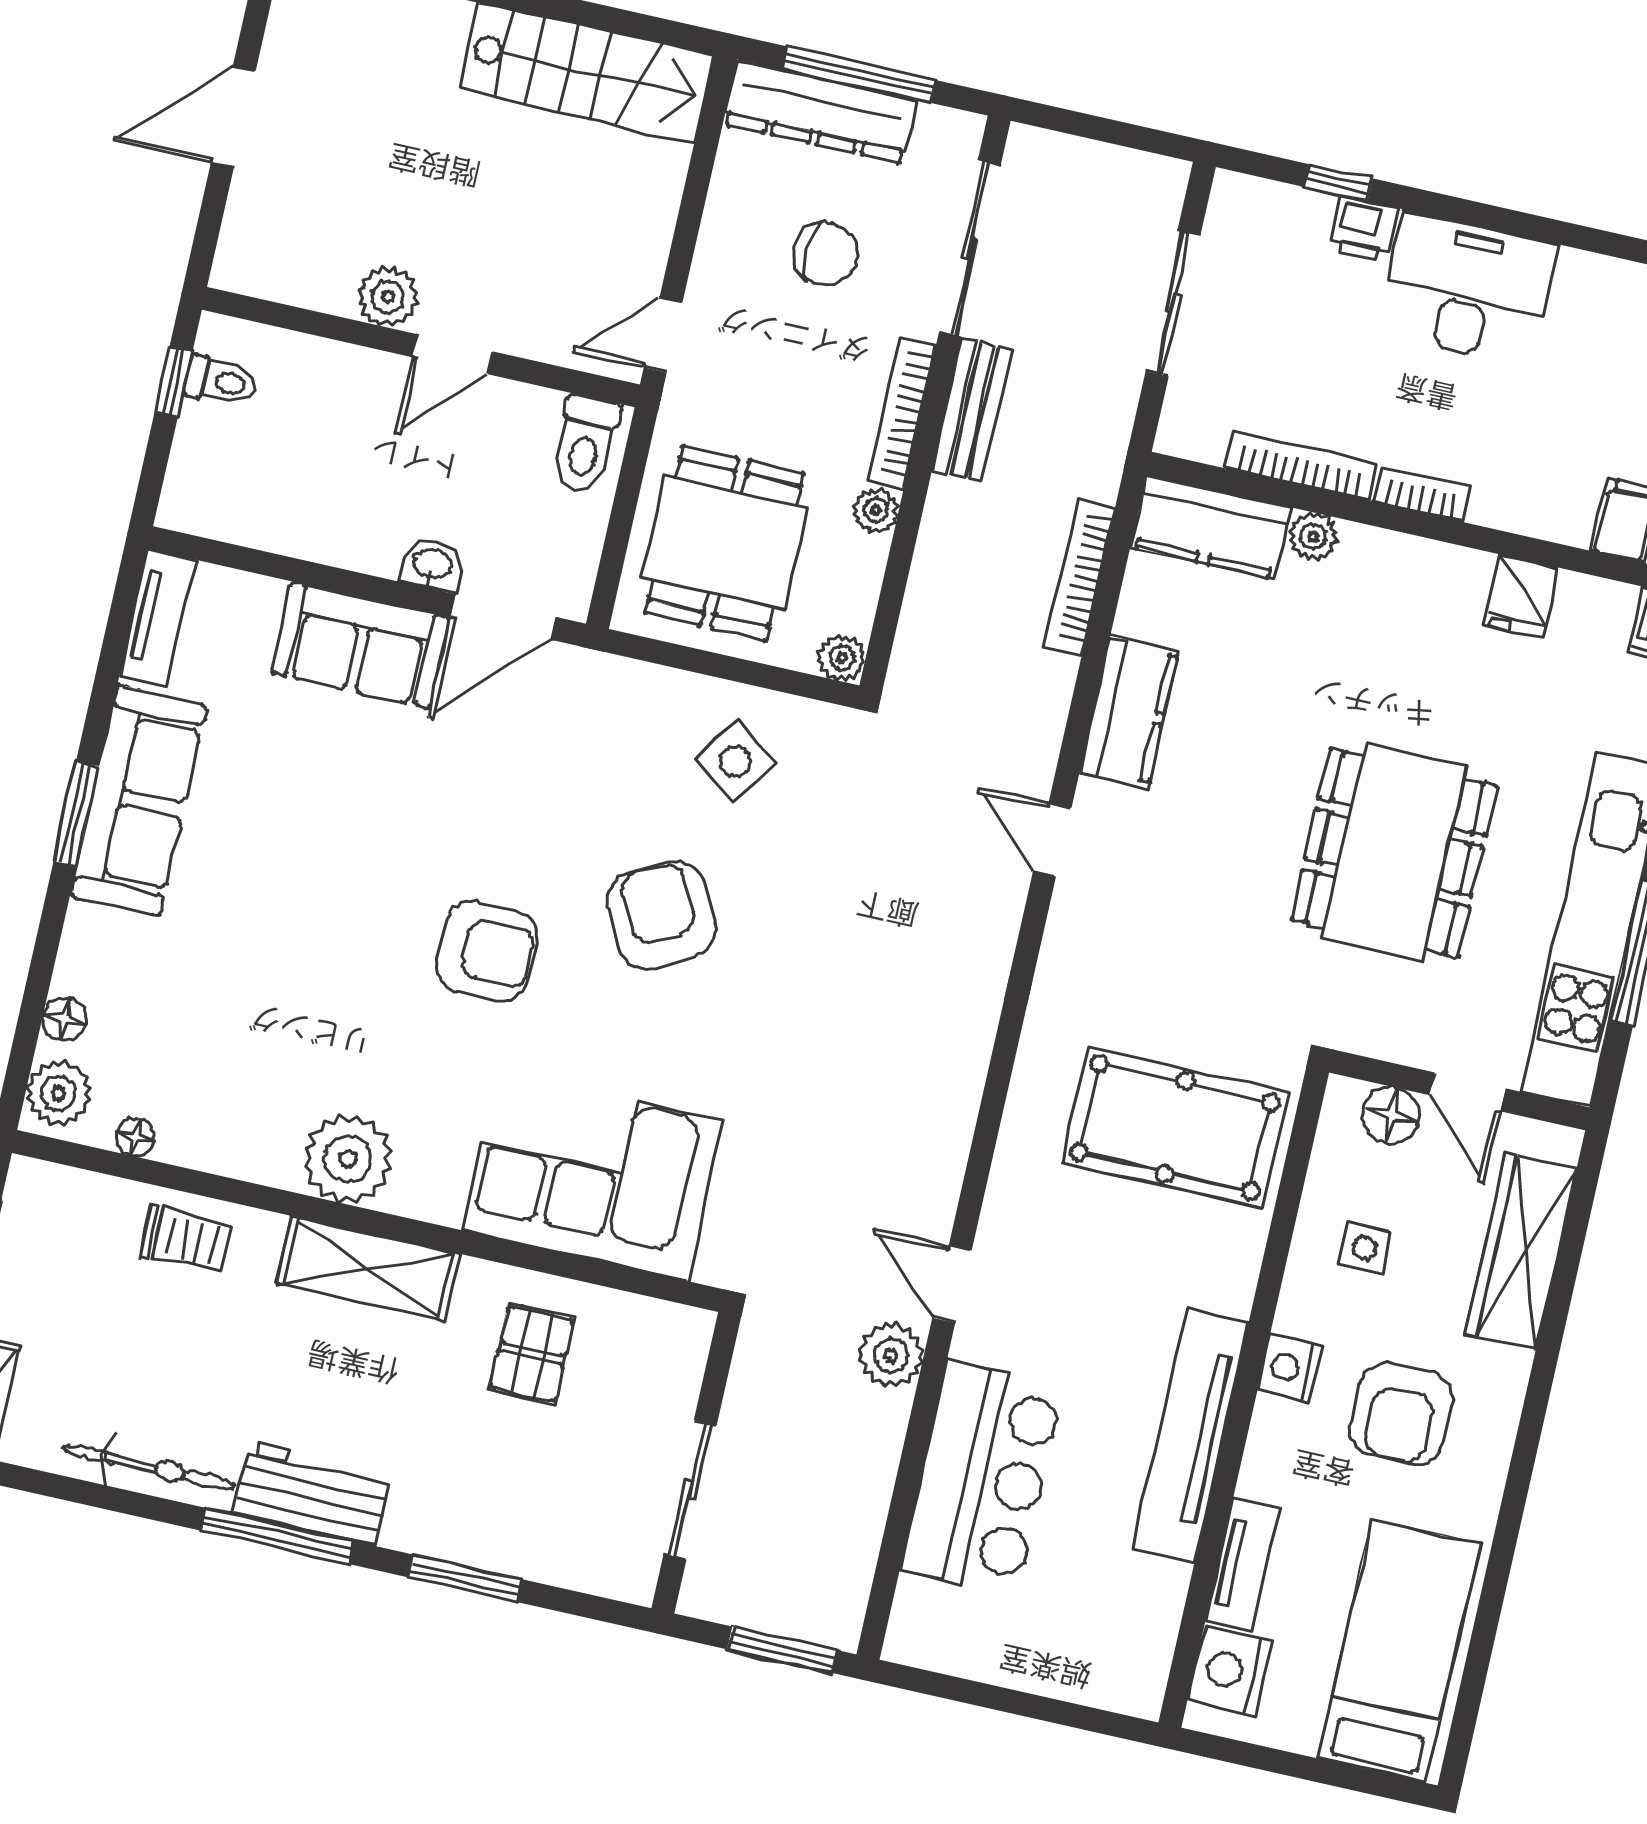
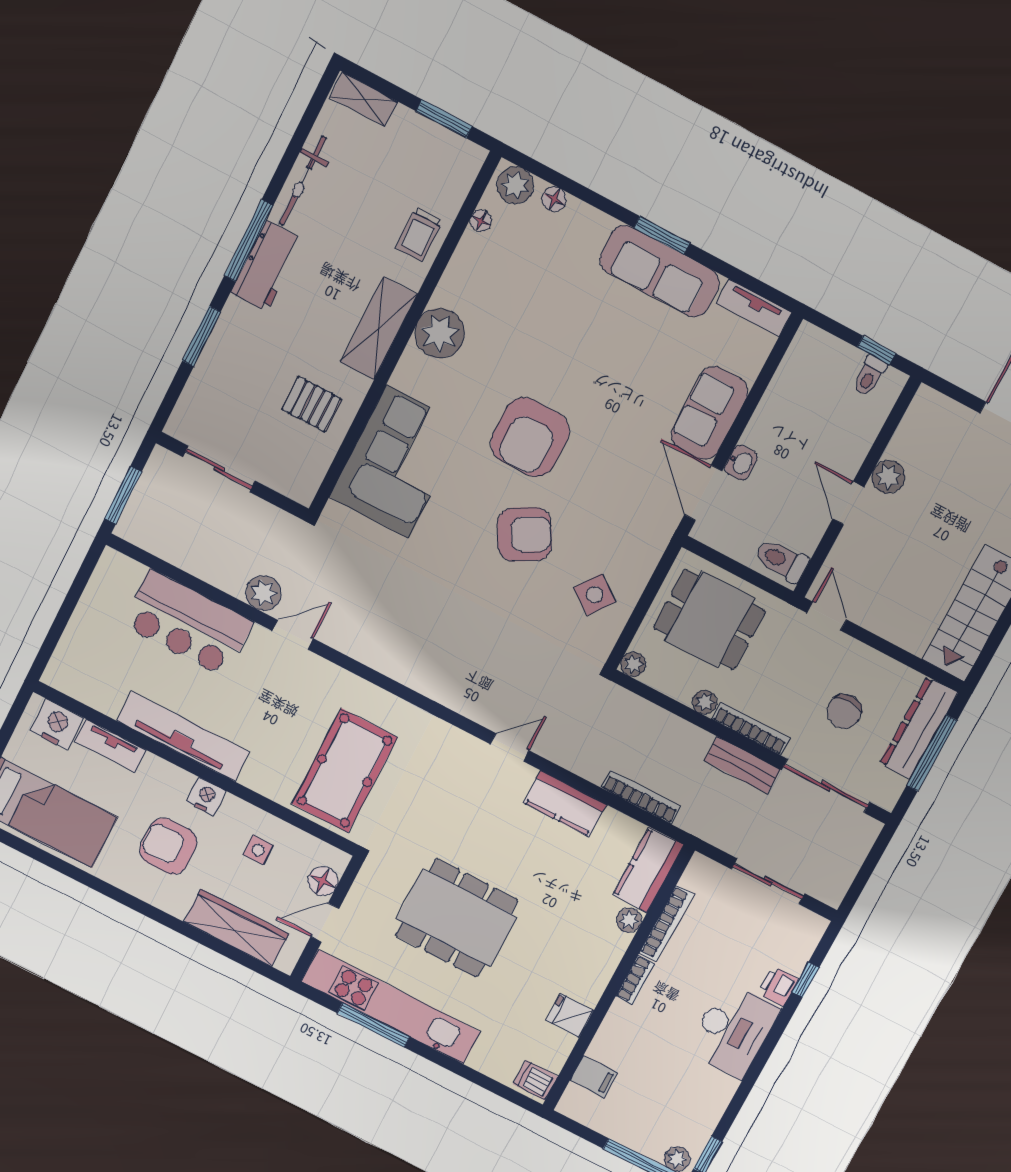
armchair: (487, 951) -> (530, 437), width x1.36, depth x1.36

